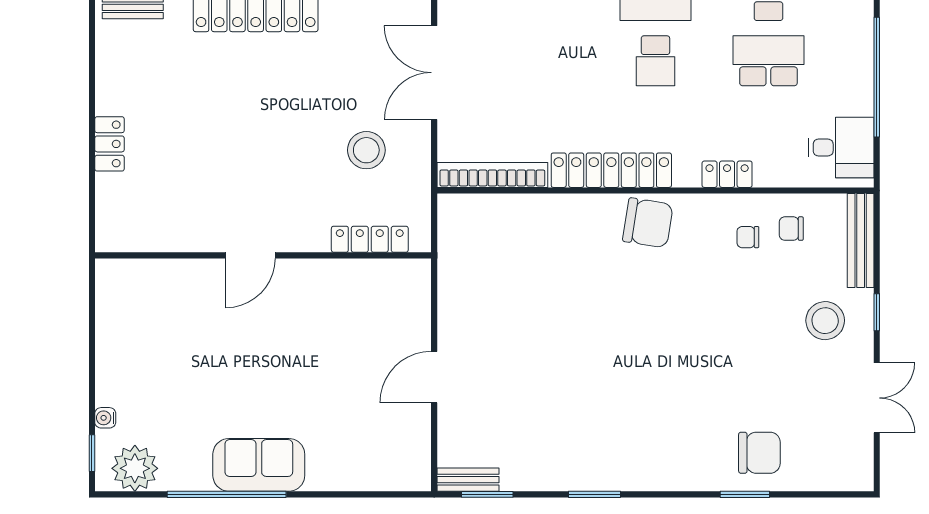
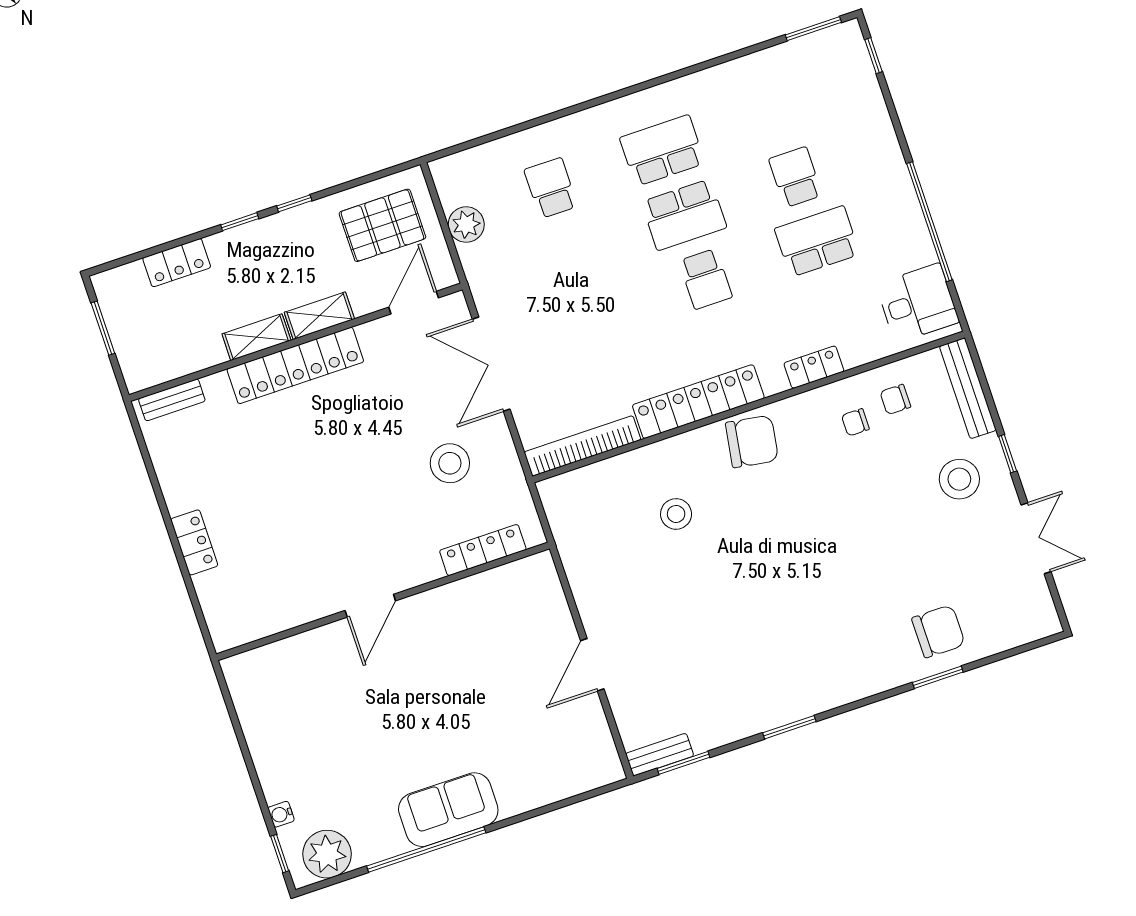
stool: (557, 266) -> (676, 514), added

